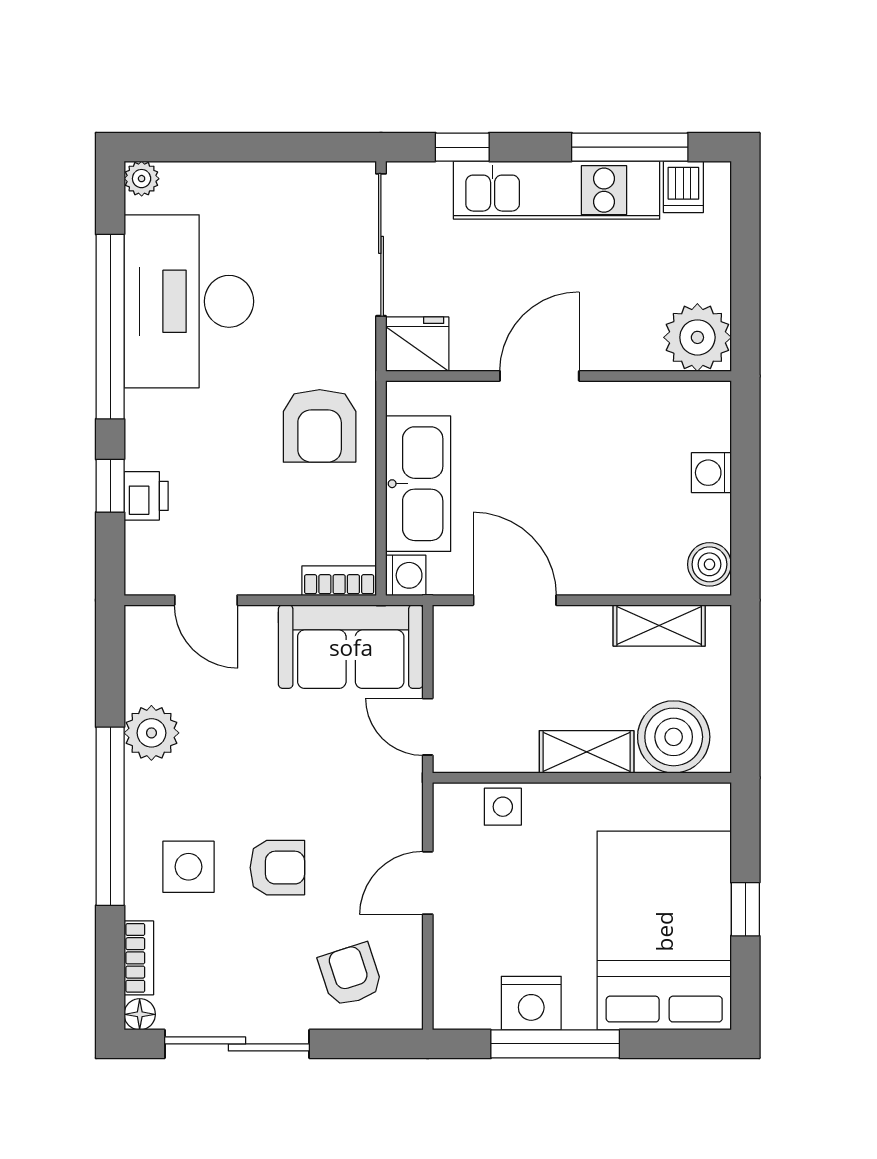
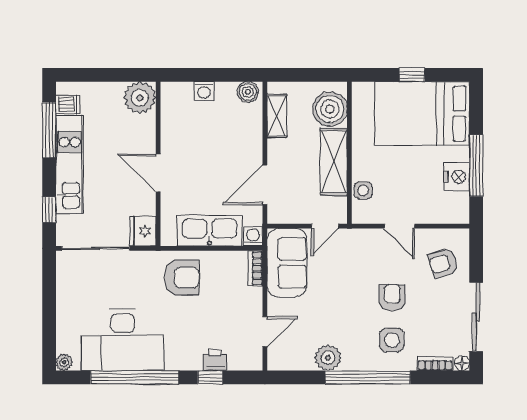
shelving: (587, 752) -> (334, 162), width x1.50, depth x1.33

